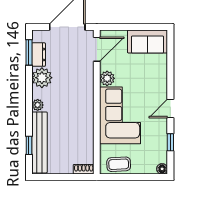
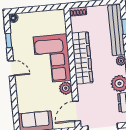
door: (170, 108) -> (11, 68), hinge flipped
wardrobe: (84, 113) -> (82, 58), added
coffee table: (119, 164) -> (49, 18), removed

